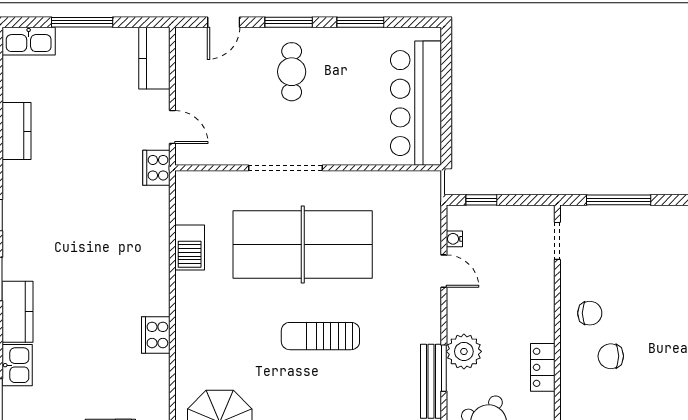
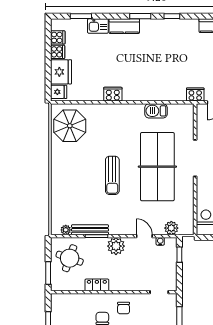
plant: (427, 216) -> (171, 228), added
door: (444, 271) -> (144, 236), swing flipped
sun lounger: (320, 336) -> (112, 175), turned 180
plant: (464, 351) -> (116, 246), moved

